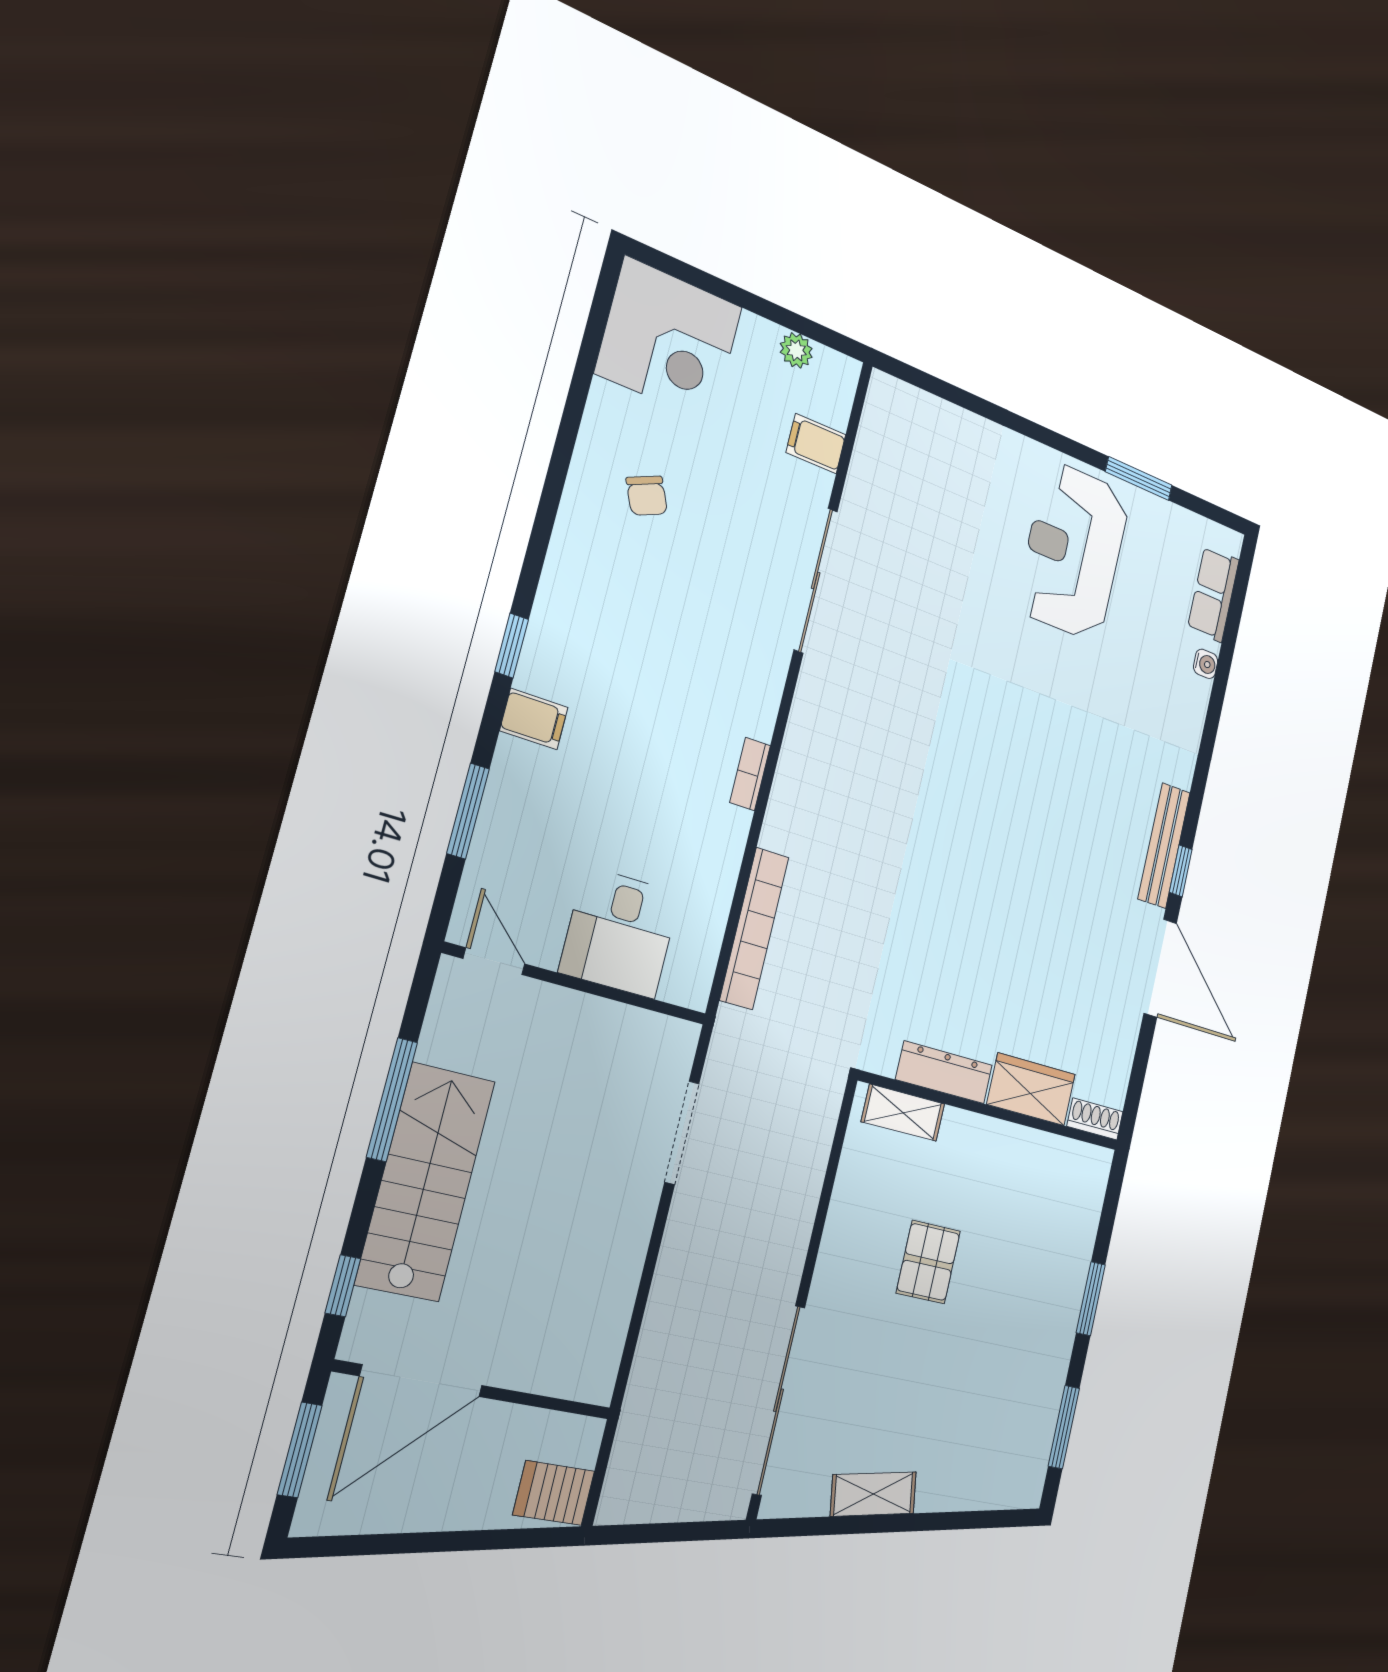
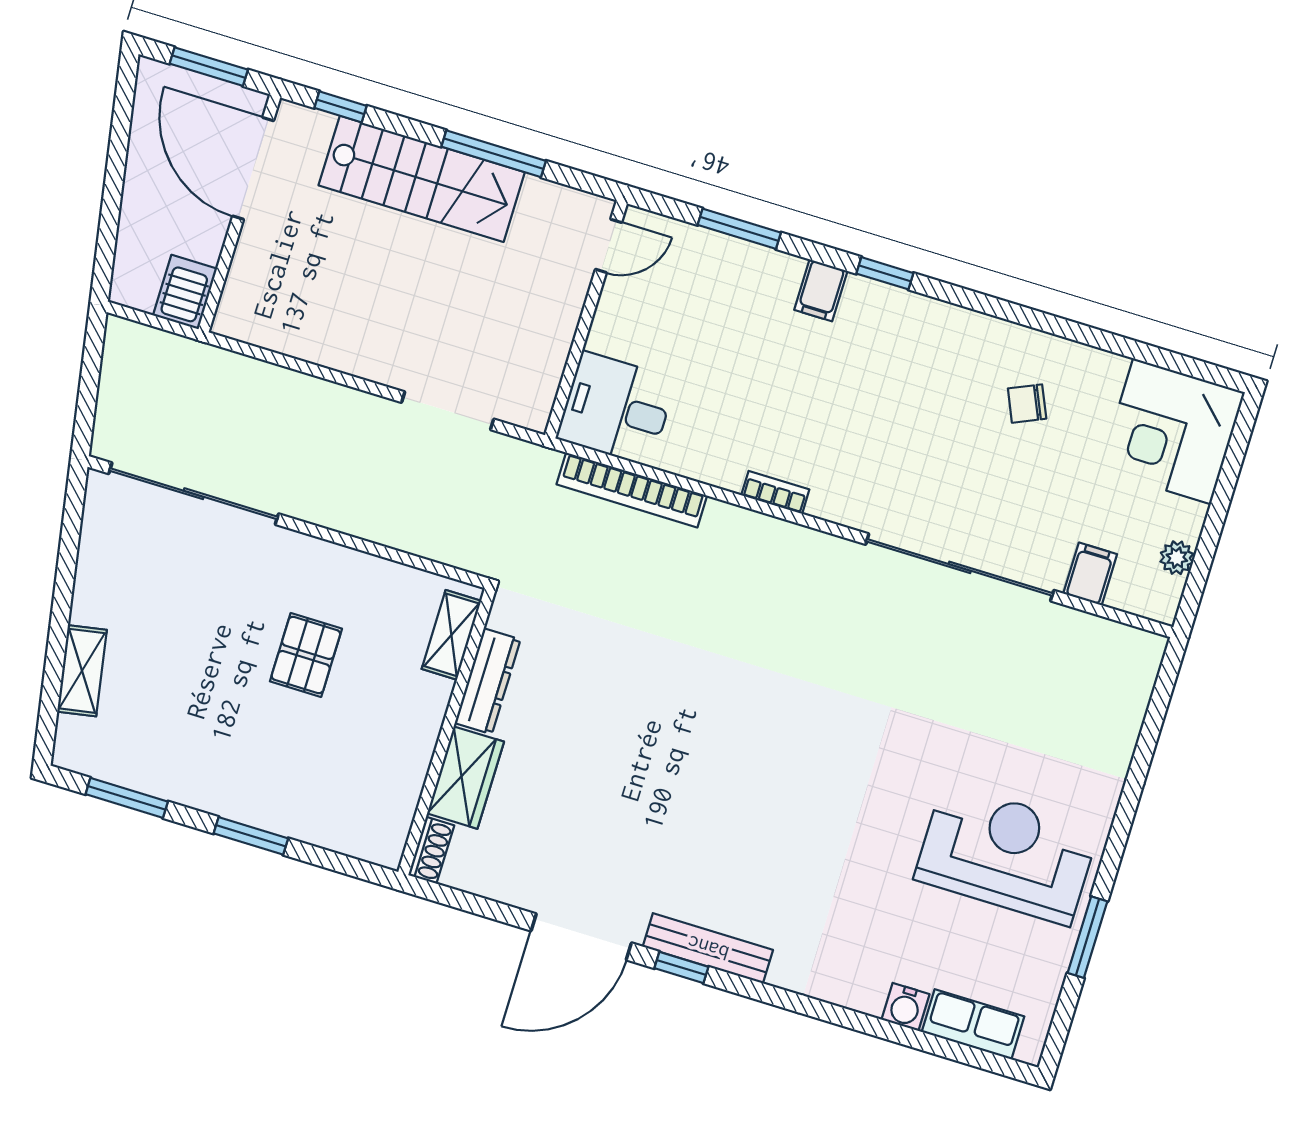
sliding door: (816, 580) -> (960, 567), width x1.36
water cooler: (1206, 664) -> (905, 1007), width x1.38, depth x1.38
desk: (620, 932) -> (616, 409), moved
pallet: (928, 1262) -> (306, 655), turned 90
server rack: (554, 1493) -> (185, 292), moved
shelving: (873, 1494) -> (82, 671), moved

